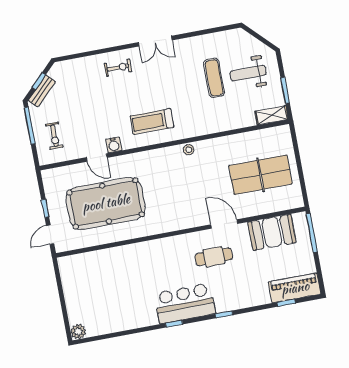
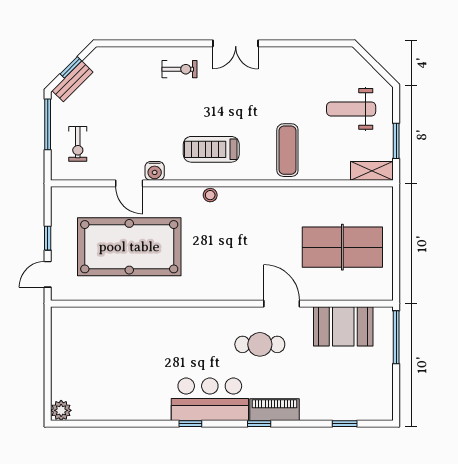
exercise mat: (214, 78) -> (287, 150), moved
stool: (189, 150) -> (210, 195), moved
piano: (295, 288) -> (275, 410), moved, width x0.73, depth x0.75

